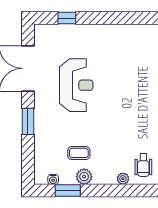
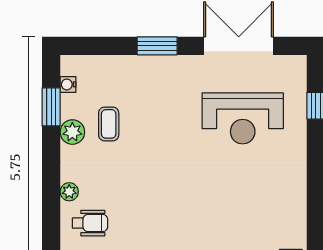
reception desk: (76, 85) -> (243, 118), moved
wheelchair: (143, 165) -> (90, 223), turned 180

